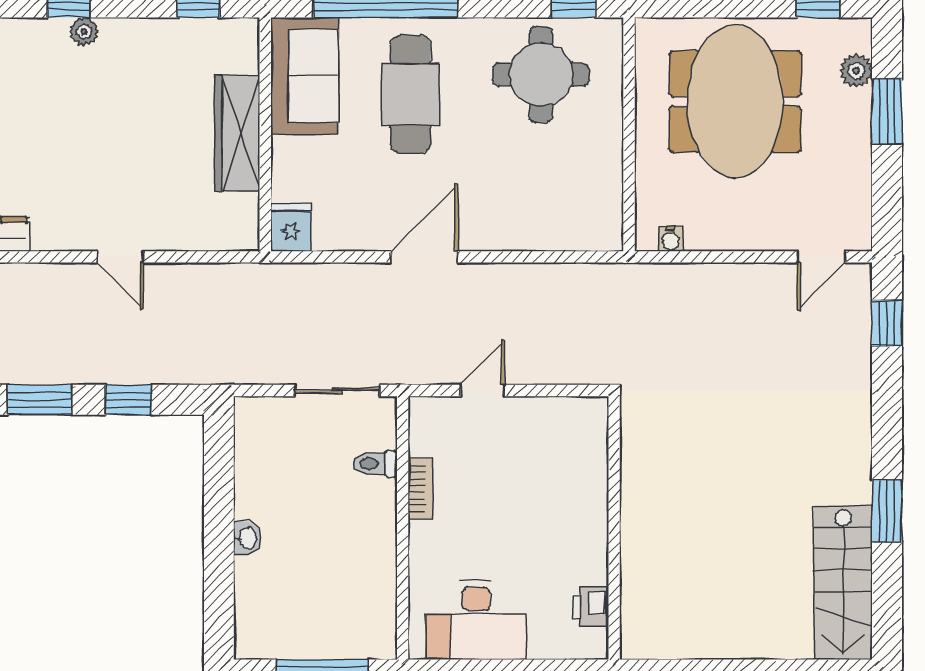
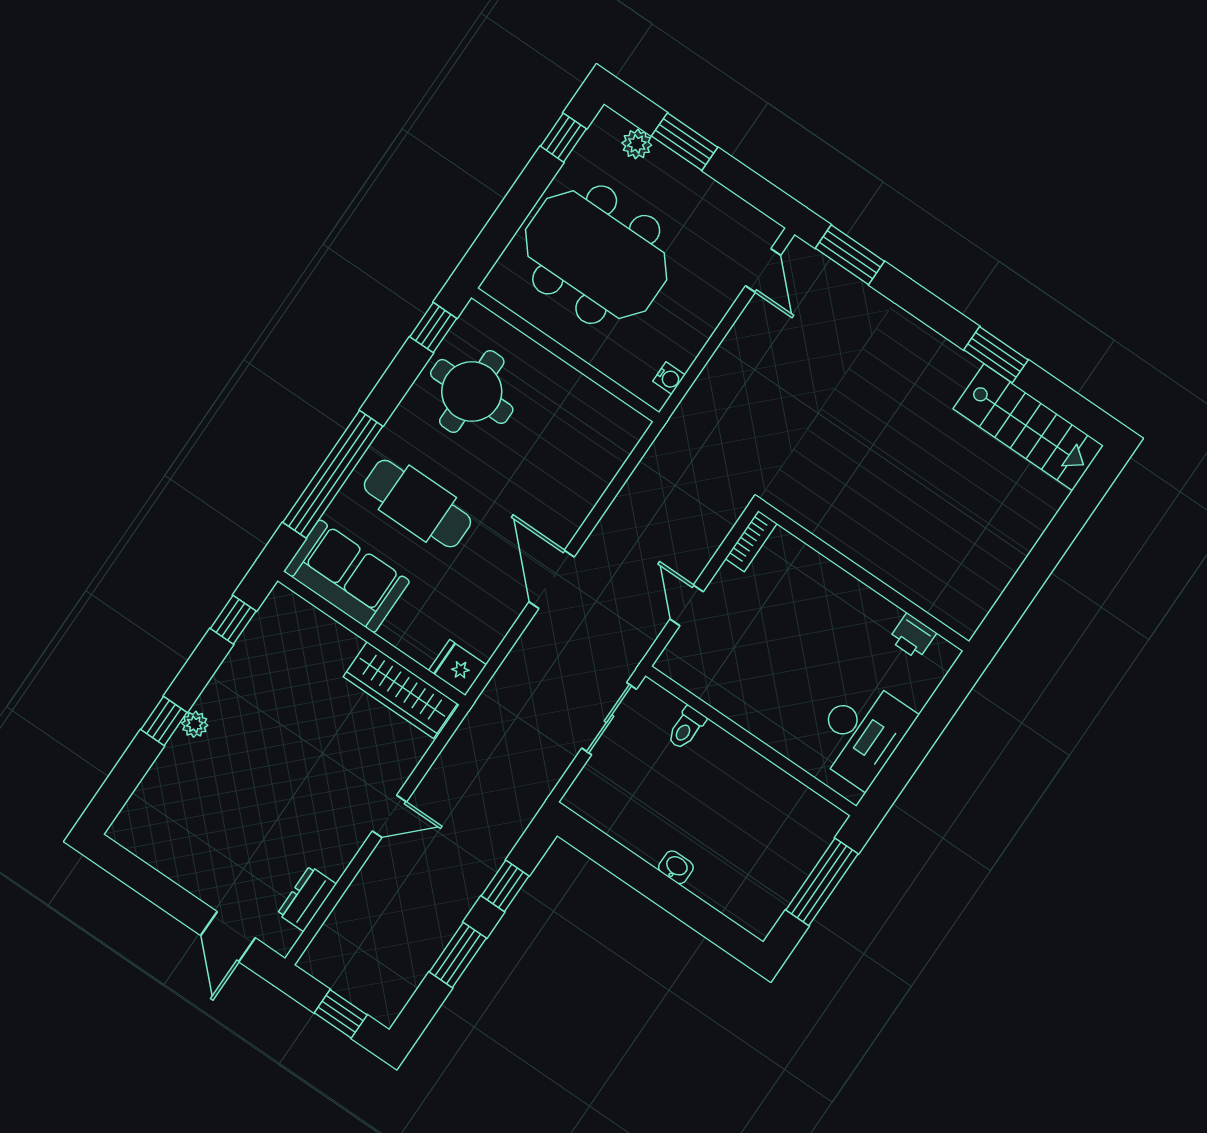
wardrobe: (237, 133) -> (400, 690), moved
window: (887, 323) -> (850, 255), width x1.50
bookcase: (421, 489) -> (751, 541), moved, turned 90

